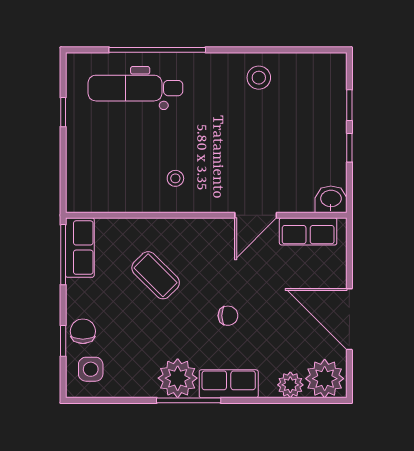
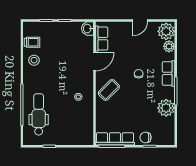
trolley: (300, 73) -> (32, 42), added
dental chair: (135, 88) -> (39, 114), turned 180
door: (256, 215) -> (94, 62), hinge flipped
row of seats: (80, 248) -> (115, 139), width x1.48
coffee table: (156, 275) -> (109, 90), moved
door: (349, 319) -> (140, 20), width x0.53
side table: (91, 369) -> (162, 134), removed
plant: (178, 378) -> (166, 108), moved

